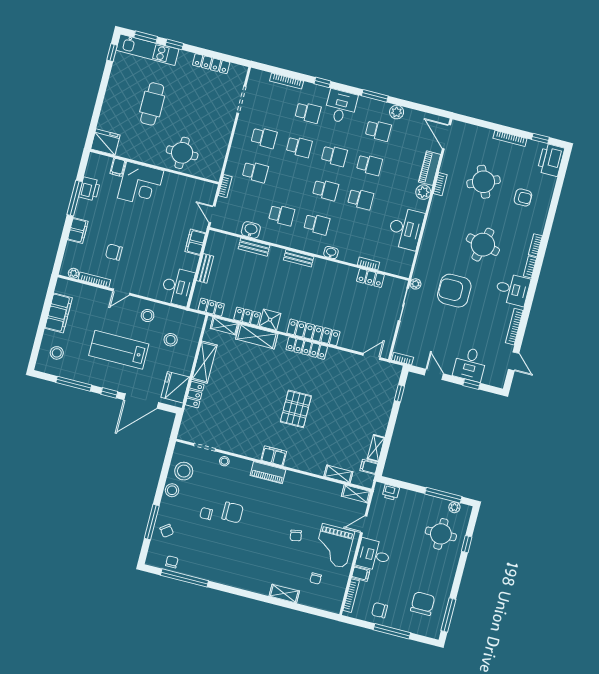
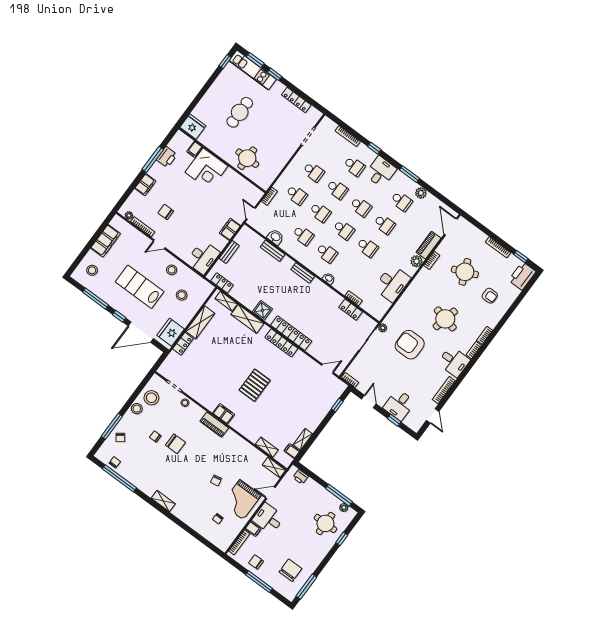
school desk: (290, 181) -> (320, 212), added
locker: (247, 316) -> (246, 301), removed
shelving: (284, 594) -> (163, 501), moved

